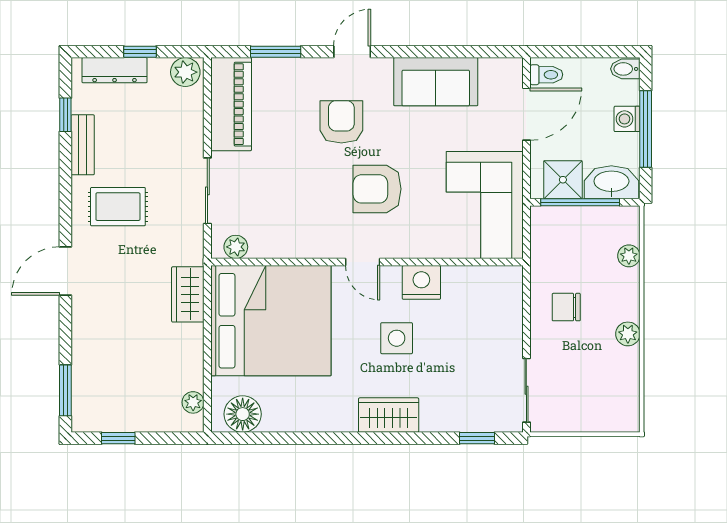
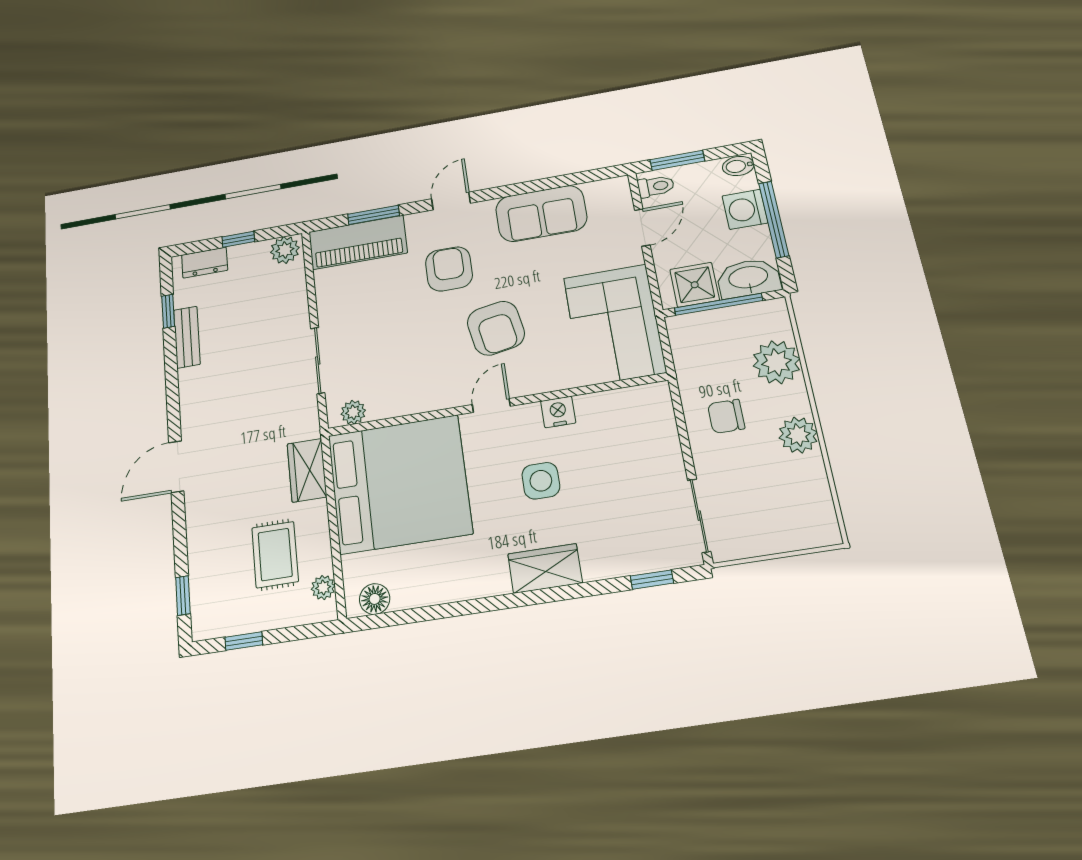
window: (571, 52) -> (677, 160), added
dresser: (115, 70) -> (205, 263), width x0.70
piano: (231, 104) -> (358, 242), moved, turned 90
door: (526, 114) -> (642, 227), width x0.73
washing machine: (627, 119) -> (745, 209), width x1.38, depth x1.38
armchair: (377, 189) -> (496, 328), turned -100
rug: (118, 207) -> (275, 555), moved, turned 90
plant: (629, 256) -> (776, 362), width x1.88, depth x1.88
door: (363, 262) -> (491, 405), swing flipped
nightstand: (421, 282) -> (558, 412), width x0.74, depth x0.75
plant: (628, 334) -> (798, 435), width x1.38, depth x1.38
window: (65, 390) -> (183, 595), width x0.67
floor lamp: (243, 414) -> (375, 599), width x0.73, depth x0.73

